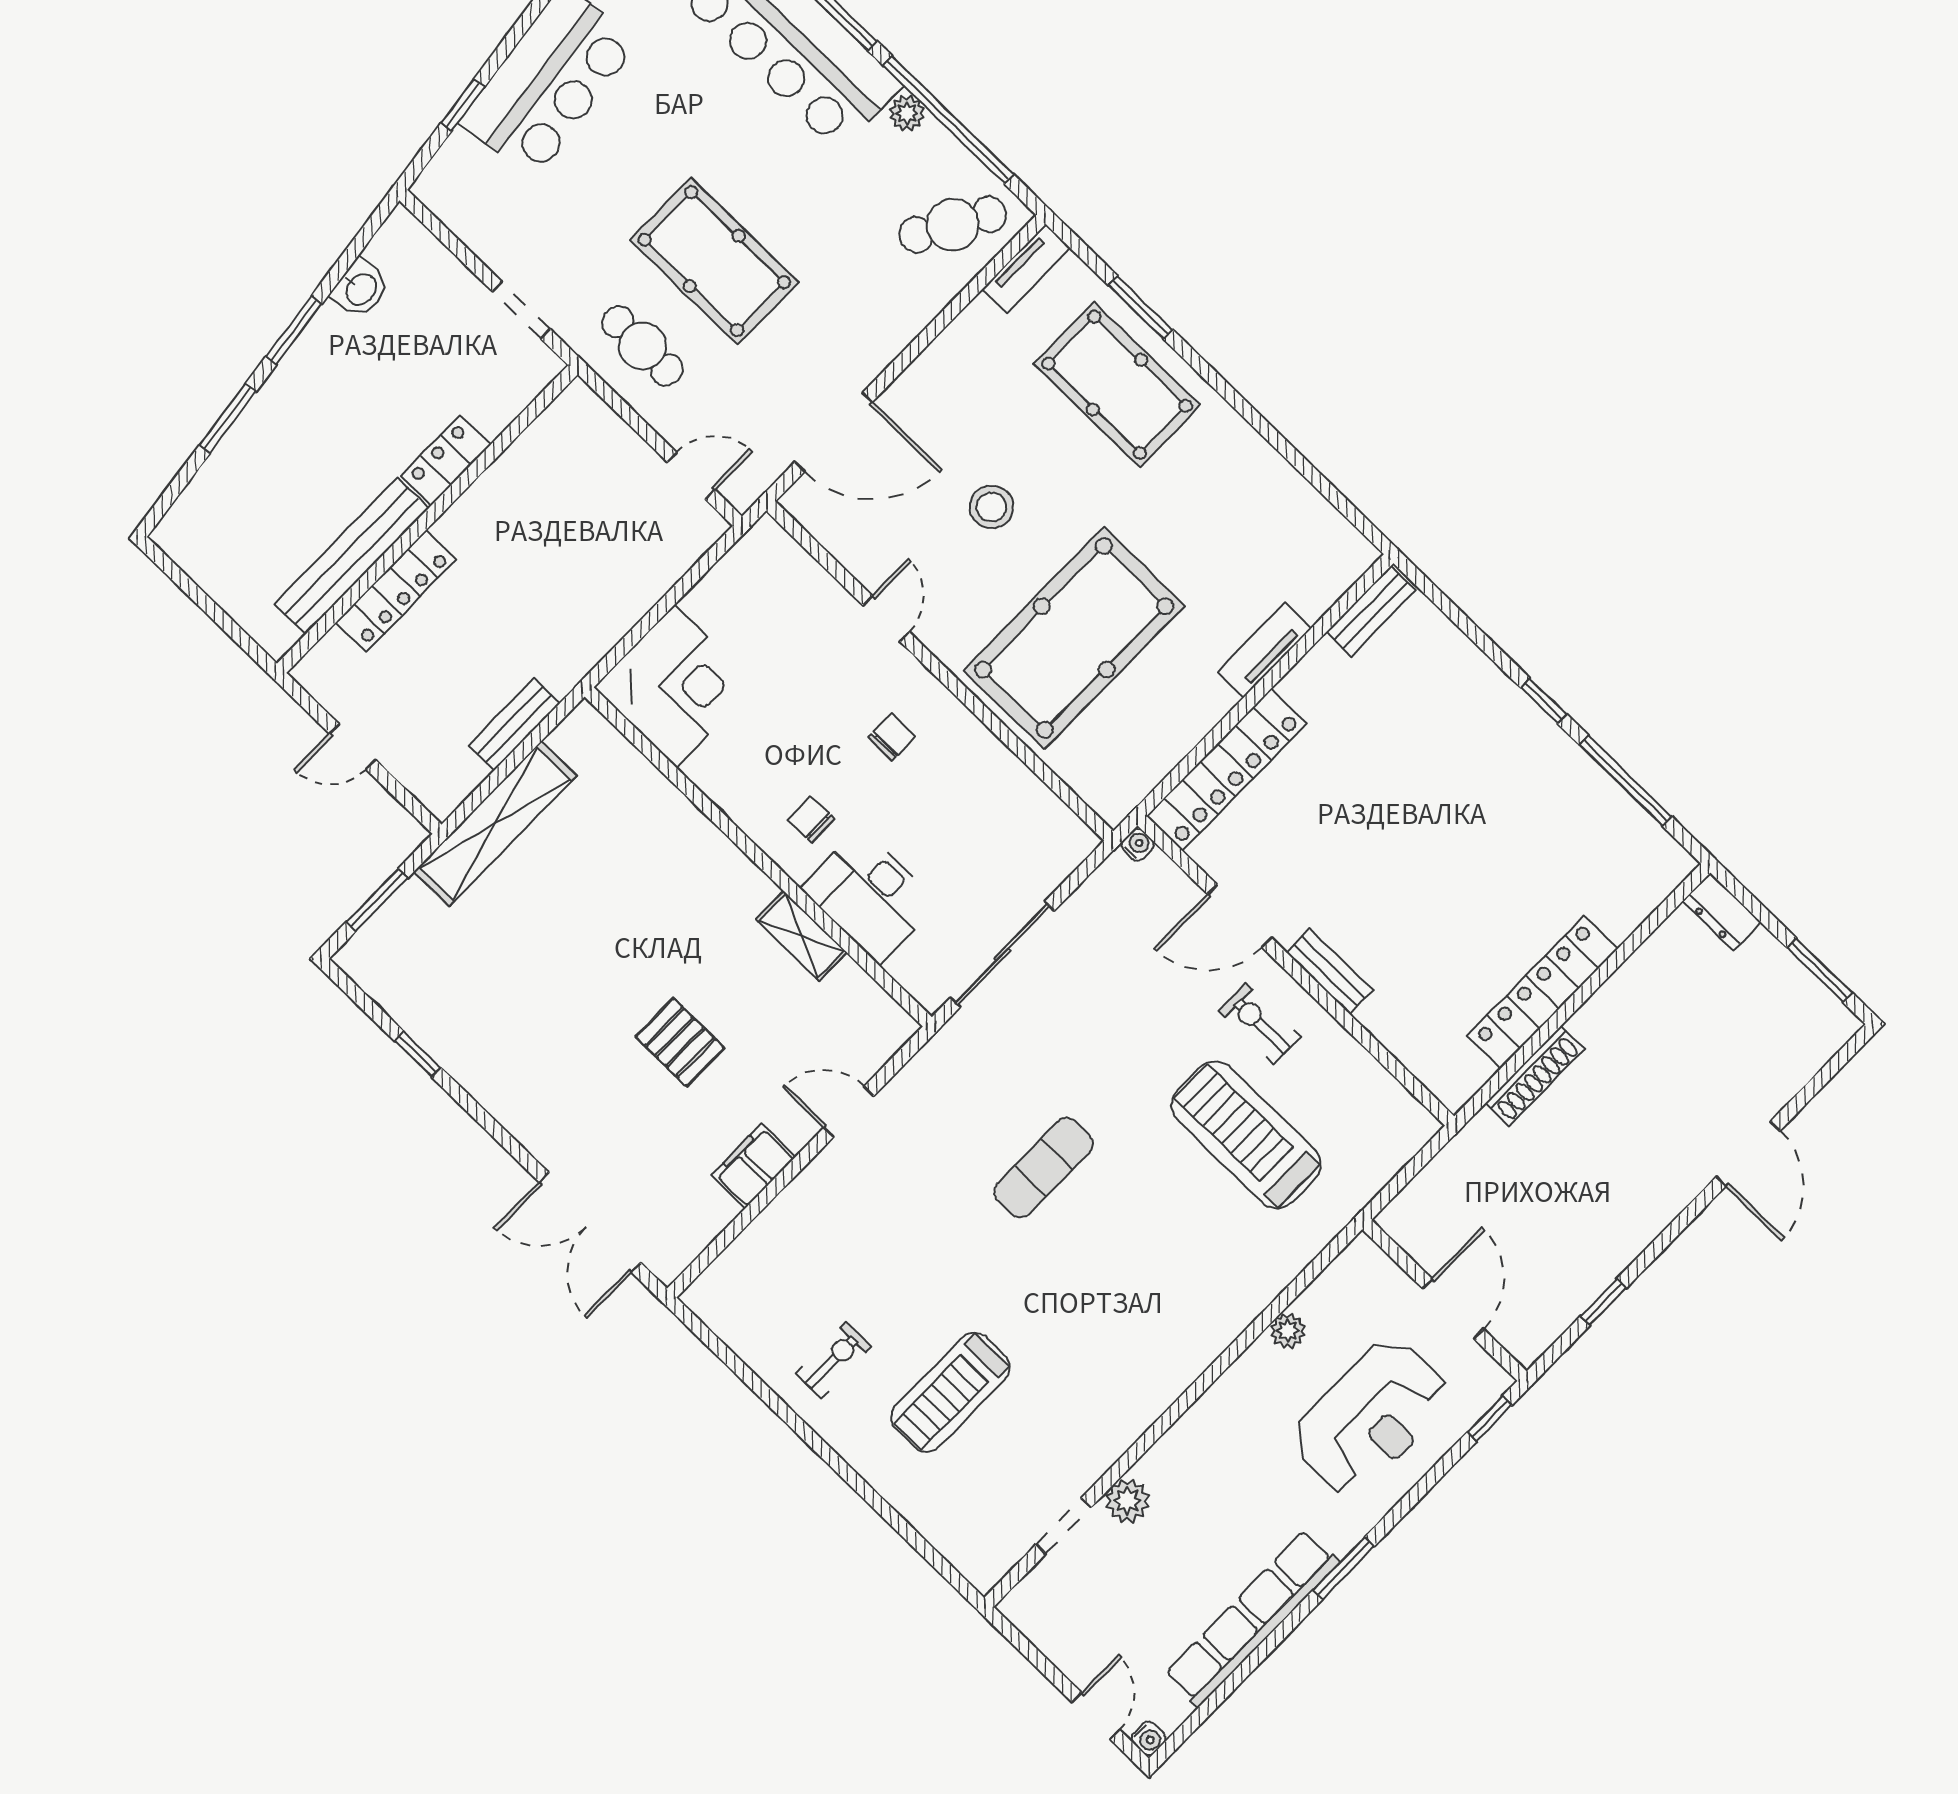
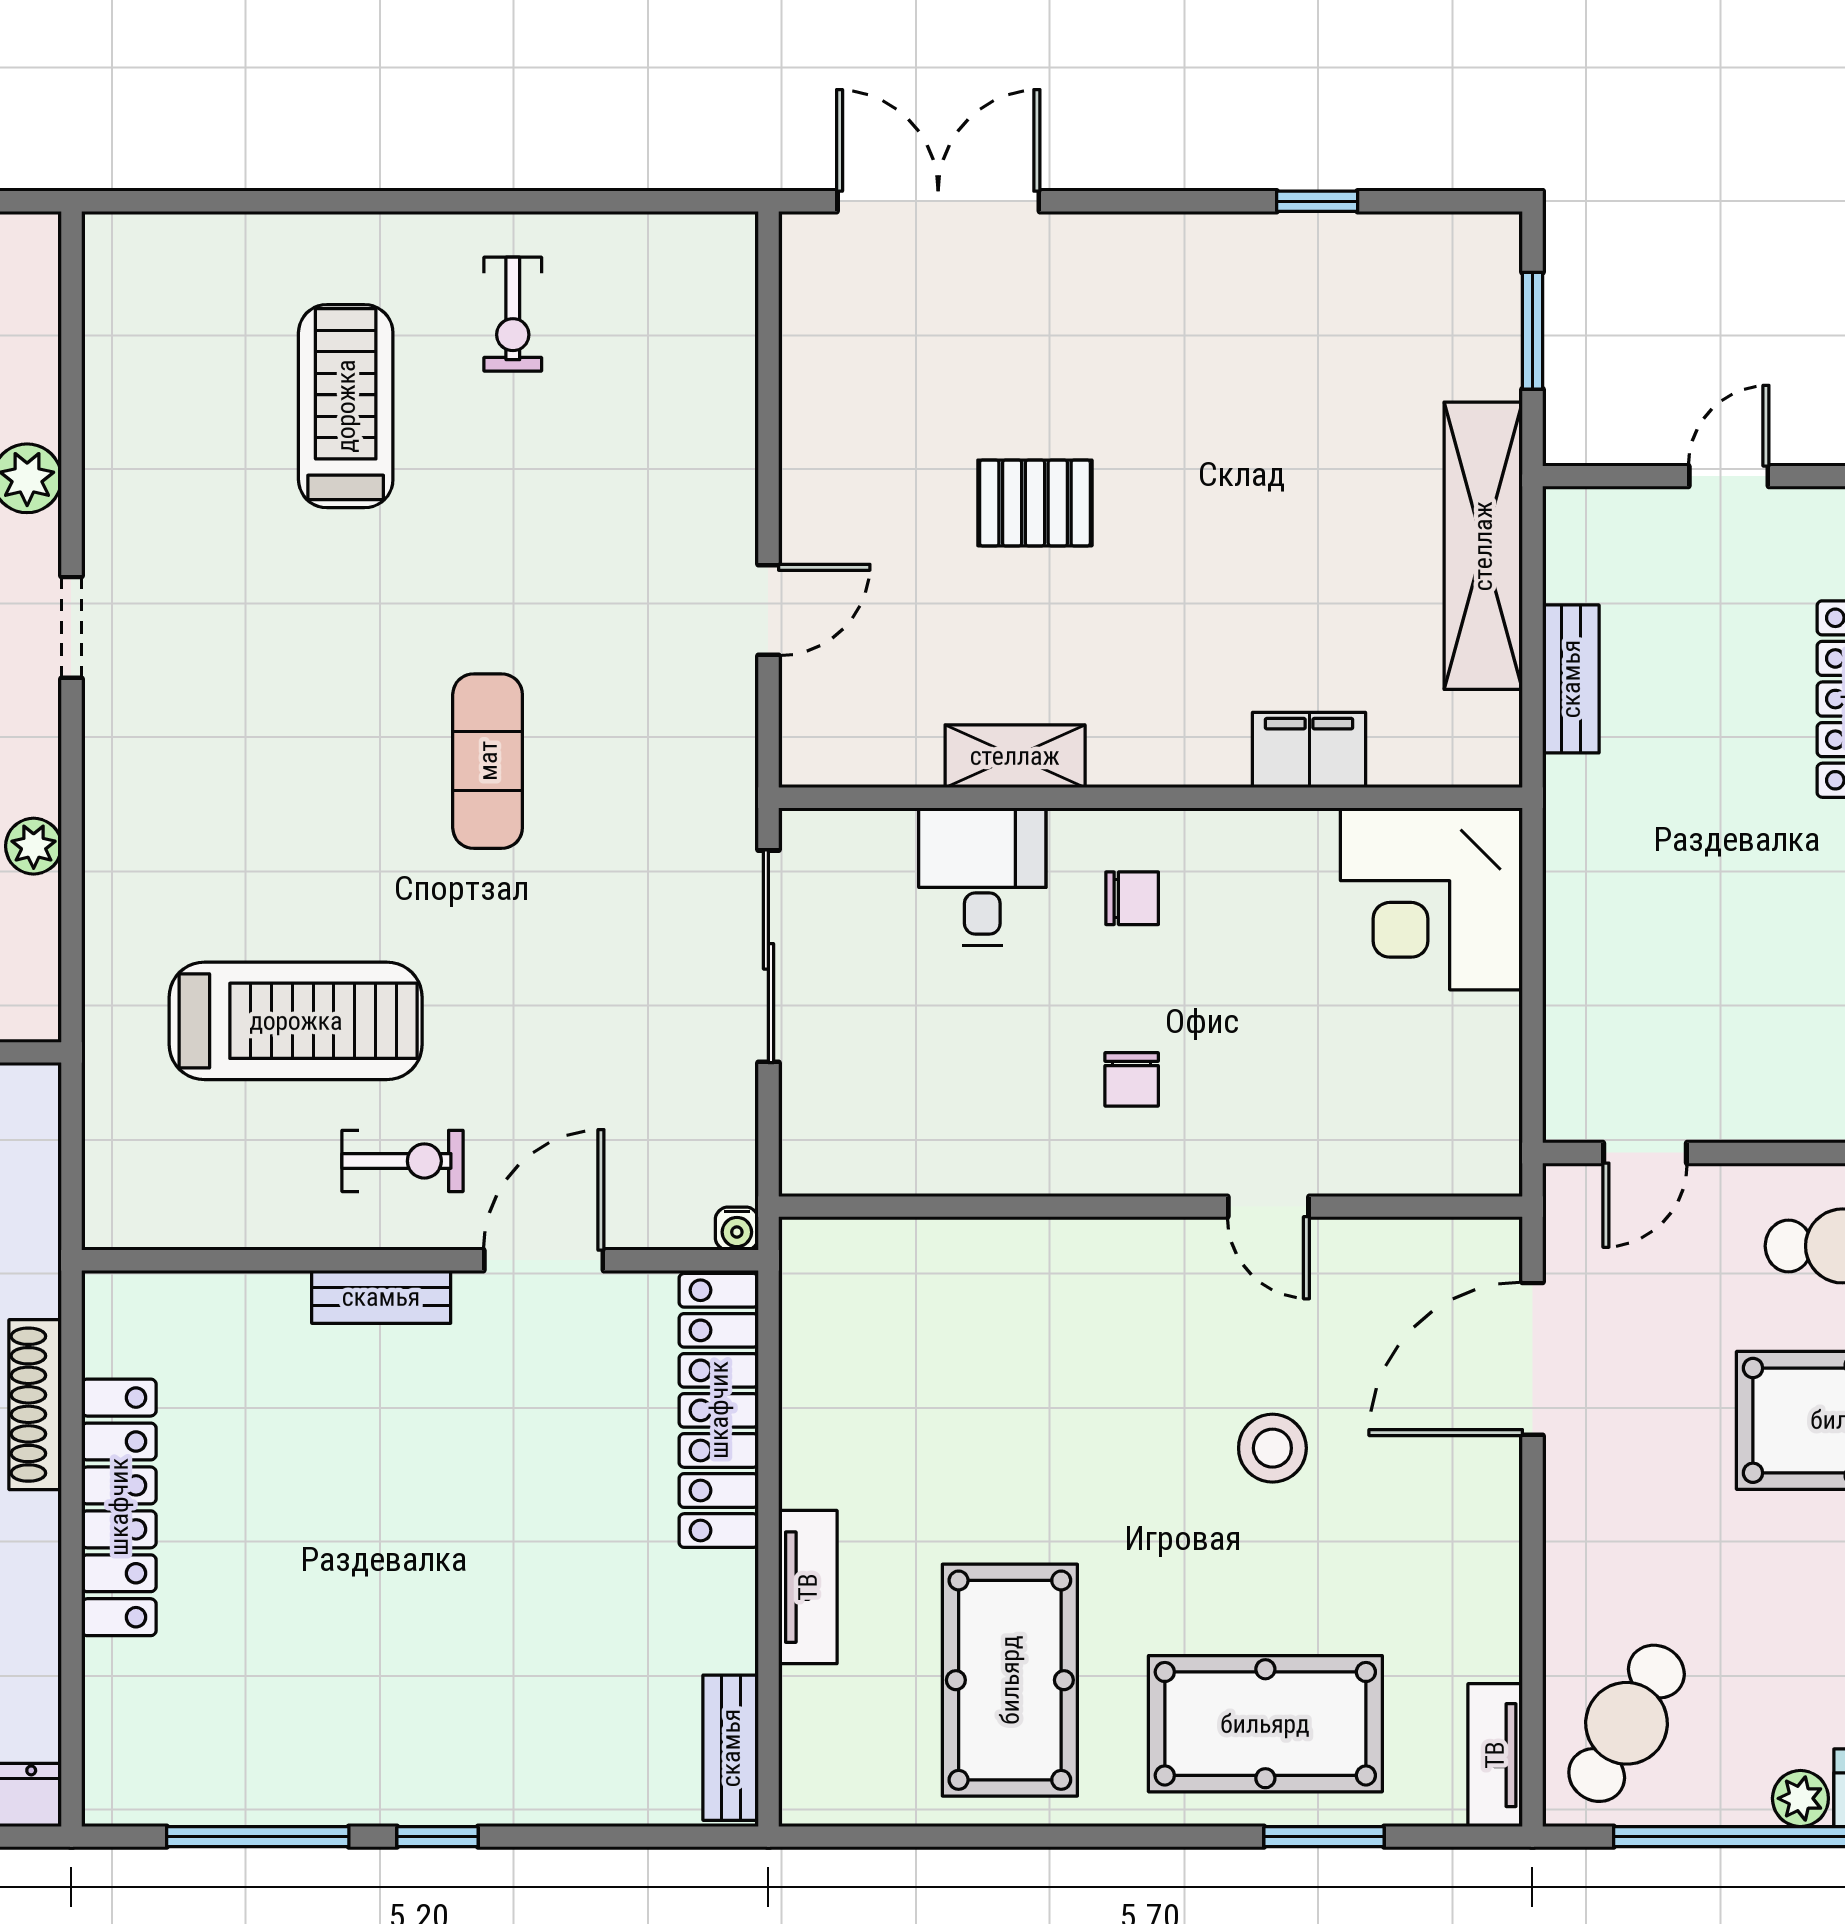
pool table: (1074, 638) -> (1010, 1680), moved, width x0.73, depth x0.76
desk: (870, 896) -> (982, 876), width x0.73
filing cabinet: (753, 1166) -> (1309, 750), moved, turned -90
doorway: (1064, 1526) -> (71, 627), moved

